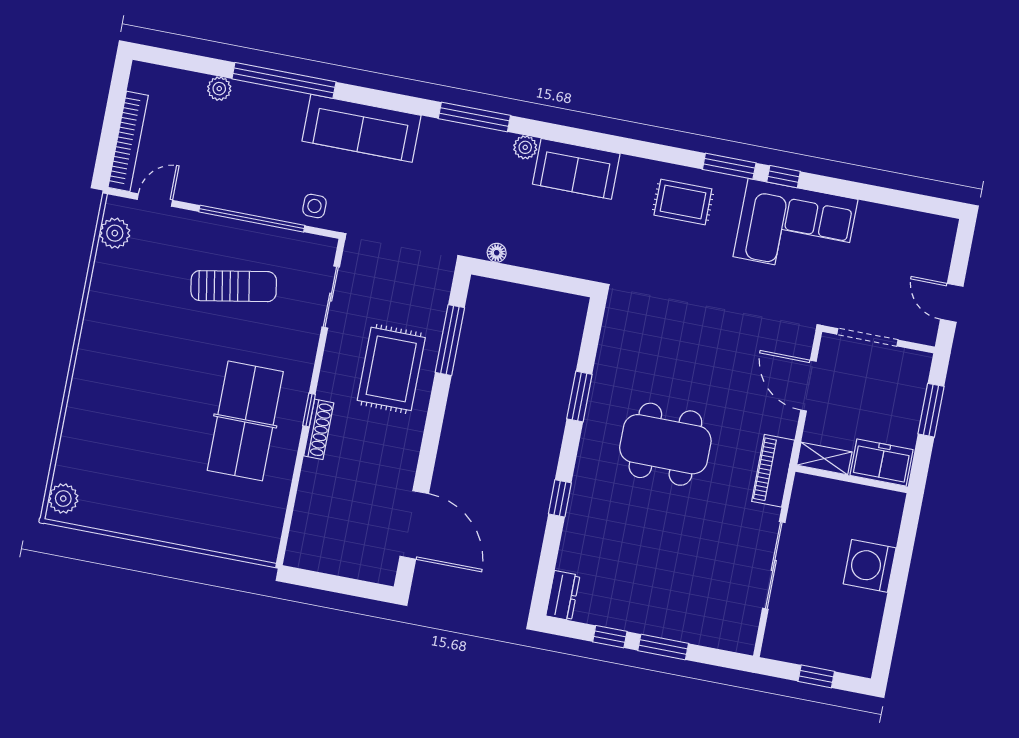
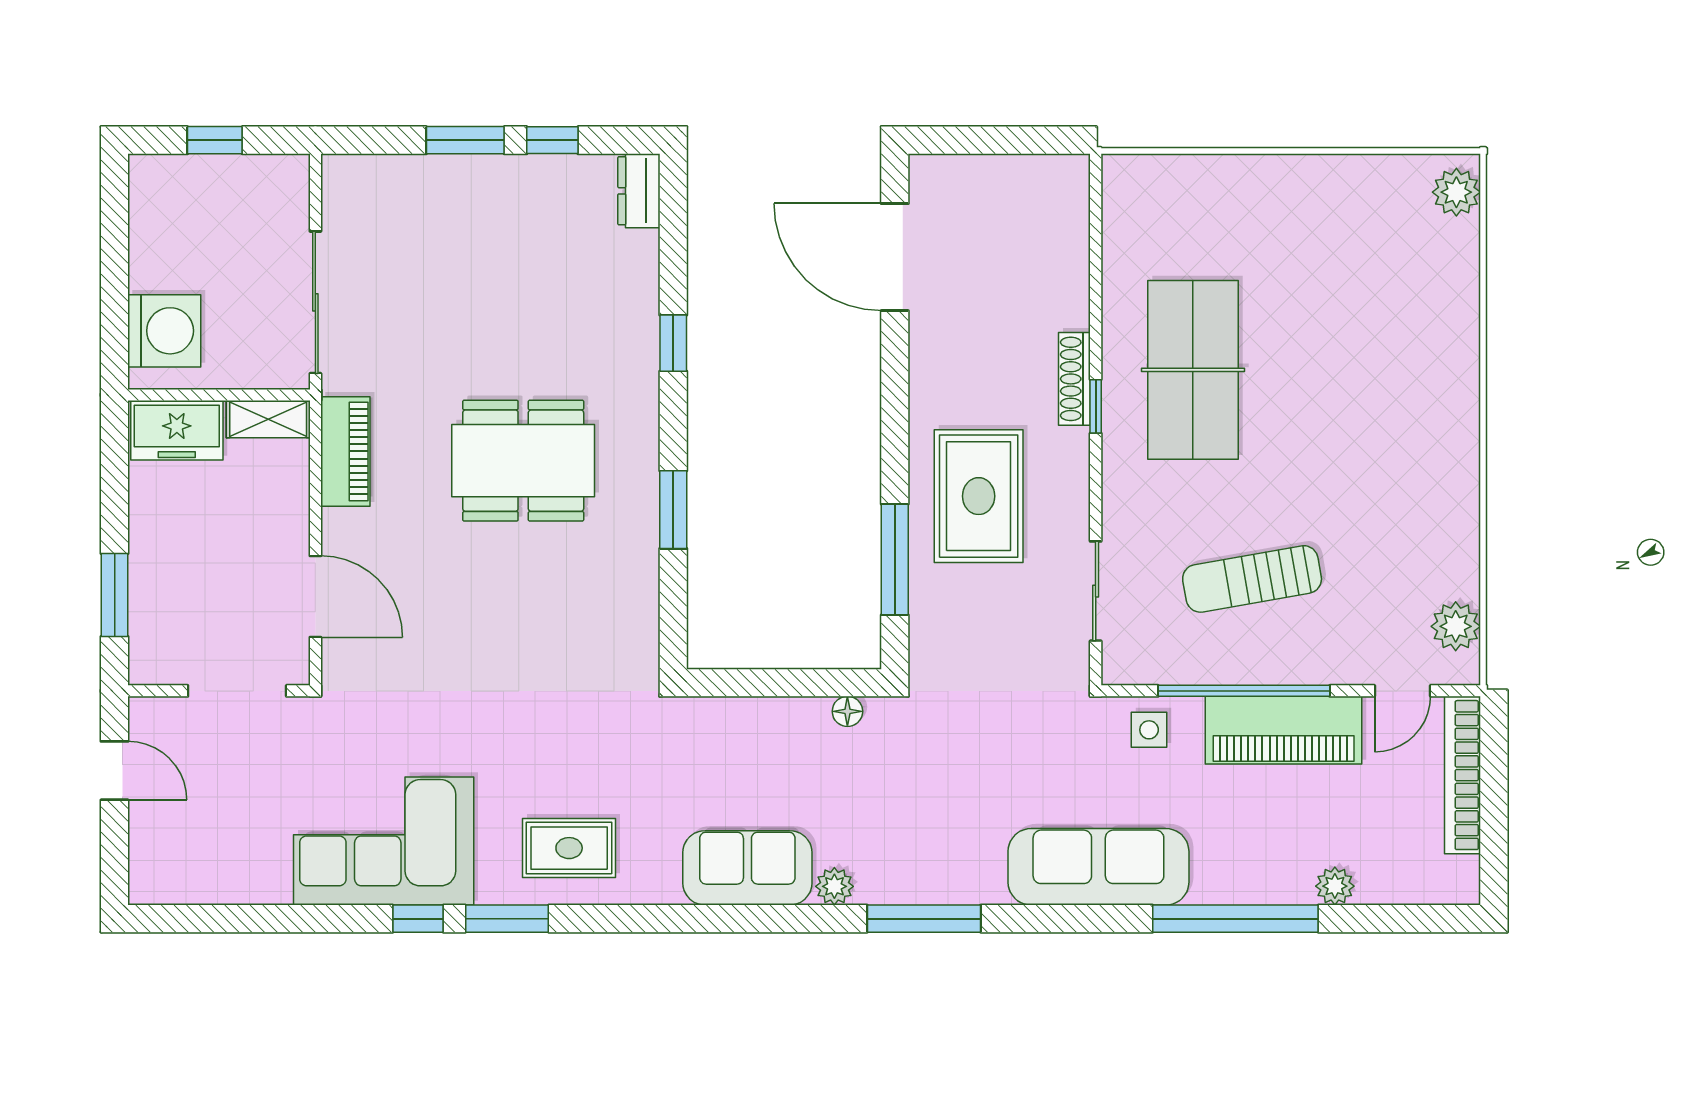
piano: (232, 190) -> (1284, 730), added
shelving: (824, 459) -> (268, 419), moved
freezer: (882, 463) -> (177, 430), moved
wall: (852, 479) -> (219, 395), moved

